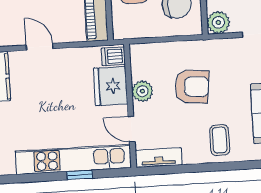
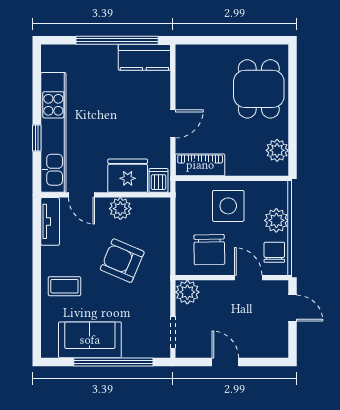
door: (40, 47) -> (173, 124), moved
armchair: (192, 86) -> (122, 261), turned 107
door: (132, 129) -> (81, 195), swing flipped

